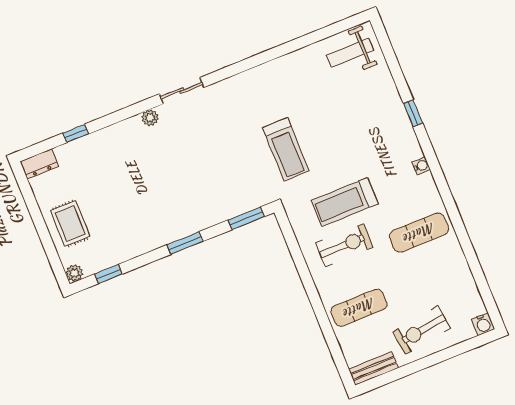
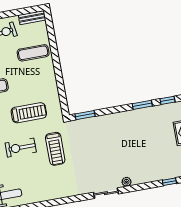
treadmill: (286, 149) -> (55, 149), turned 180
window: (185, 243) -> (142, 105), moved
exercise bike: (344, 245) -> (21, 148), moved

